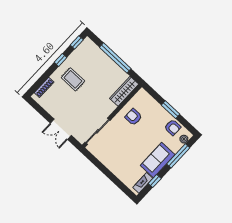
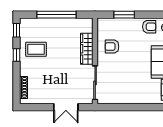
rug: (73, 79) -> (36, 49), moved
wardrobe: (124, 91) -> (87, 49), moved
window: (171, 110) -> (124, 15), moved

